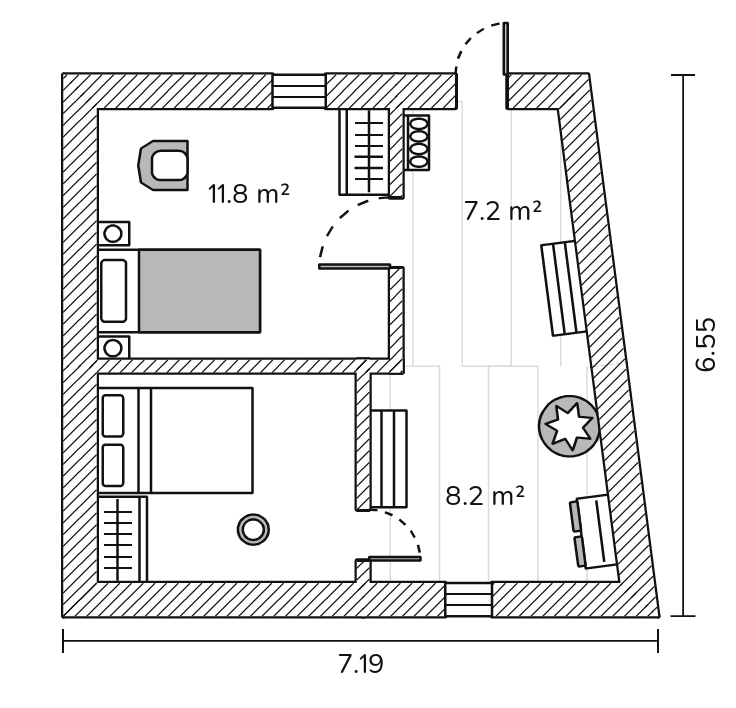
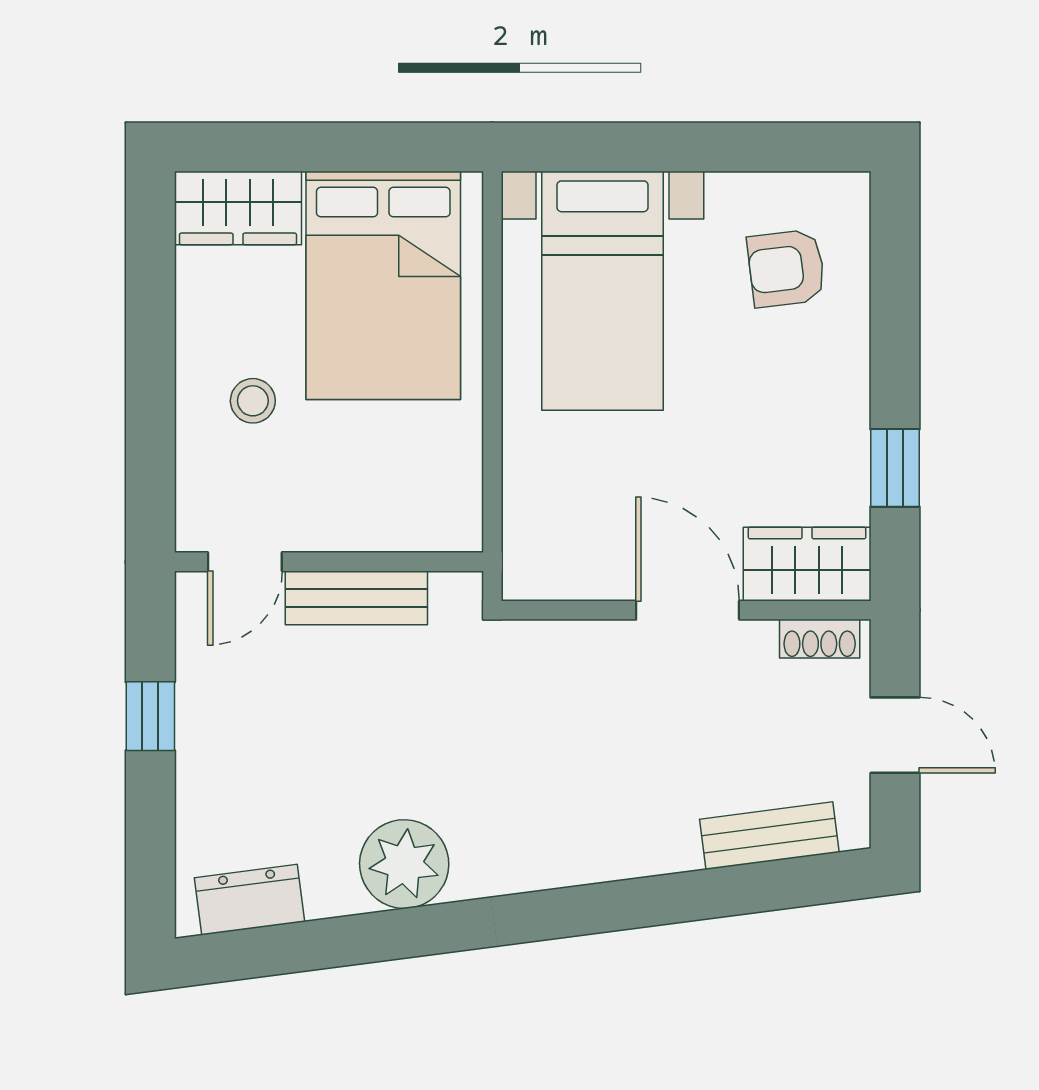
armchair: (163, 165) -> (786, 268), turned 83
bench: (565, 288) -> (769, 836), moved

